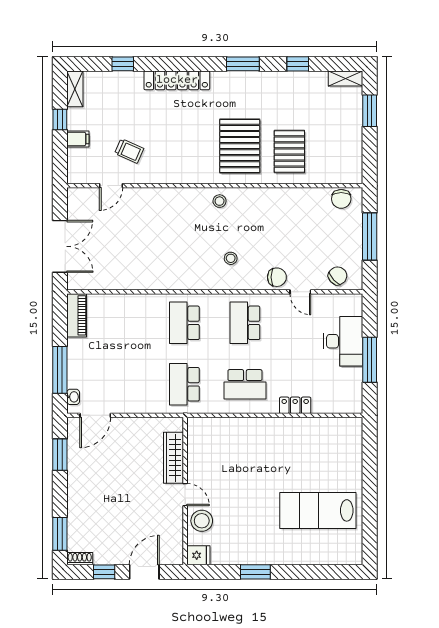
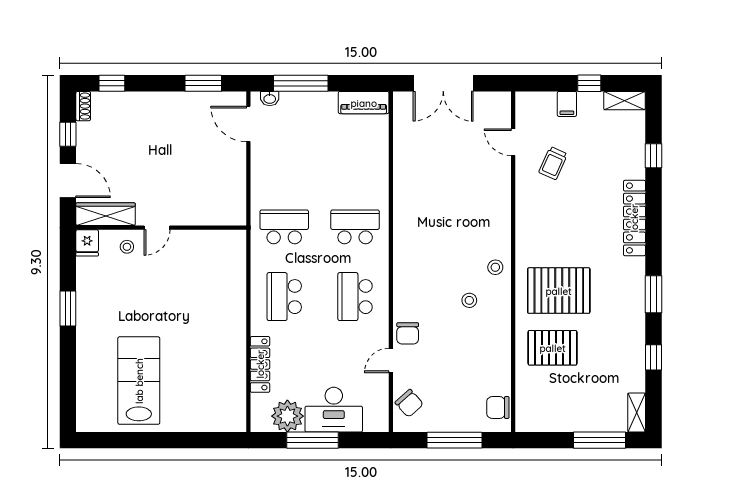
window: (370, 111) -> (599, 440), width x1.44
stool: (231, 258) -> (469, 300), moved
school desk: (245, 323) -> (355, 297), turned -90
plant: (349, 381) -> (287, 416), added
locker: (295, 405) -> (260, 364), width x1.53
wardrobe: (173, 458) -> (106, 214), moved
stool: (202, 521) -> (127, 247), width x0.53, depth x0.53
window: (60, 534) -> (112, 83), width x0.67

